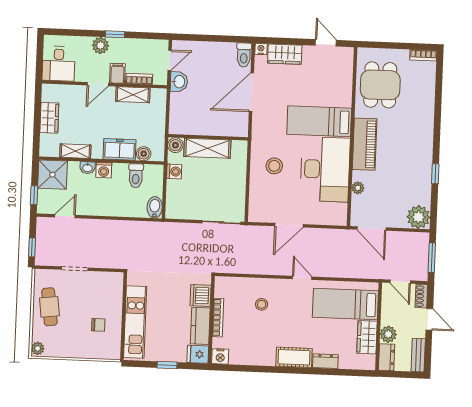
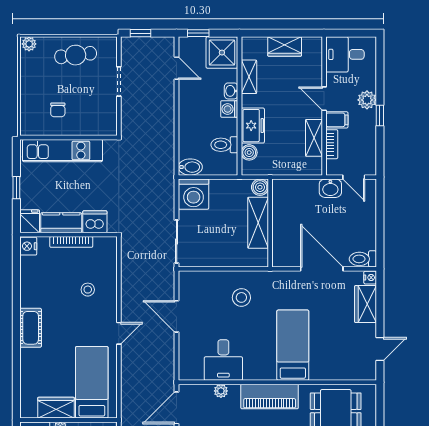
desk: (325, 169) -> (223, 360), width x0.53, depth x0.77
washing machine: (174, 171) -> (194, 194), moved, width x1.89, depth x1.89
dresser: (325, 361) -> (28, 363), removed

